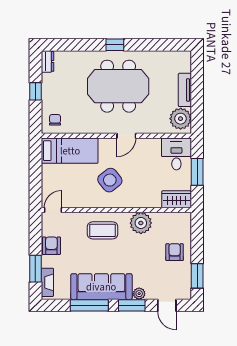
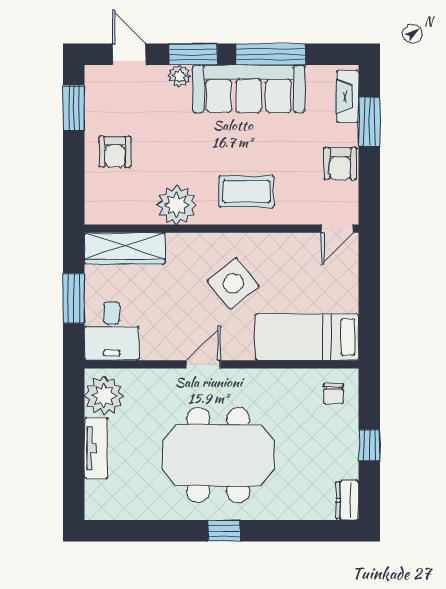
wardrobe: (177, 199) -> (125, 248), width x1.50

